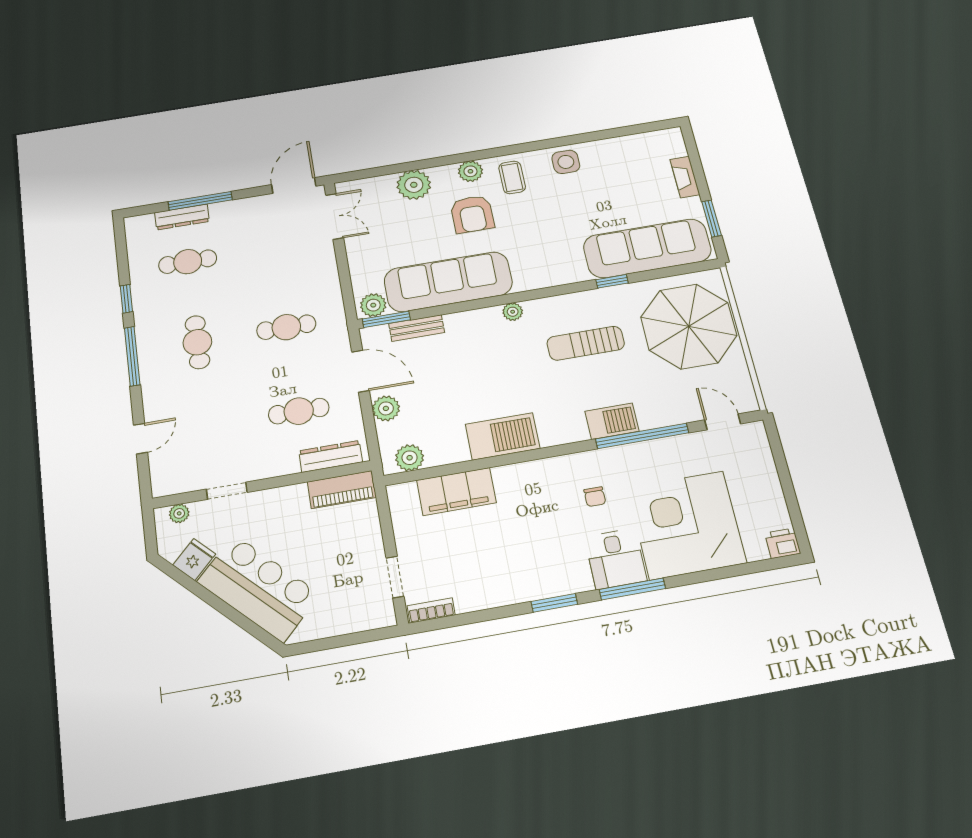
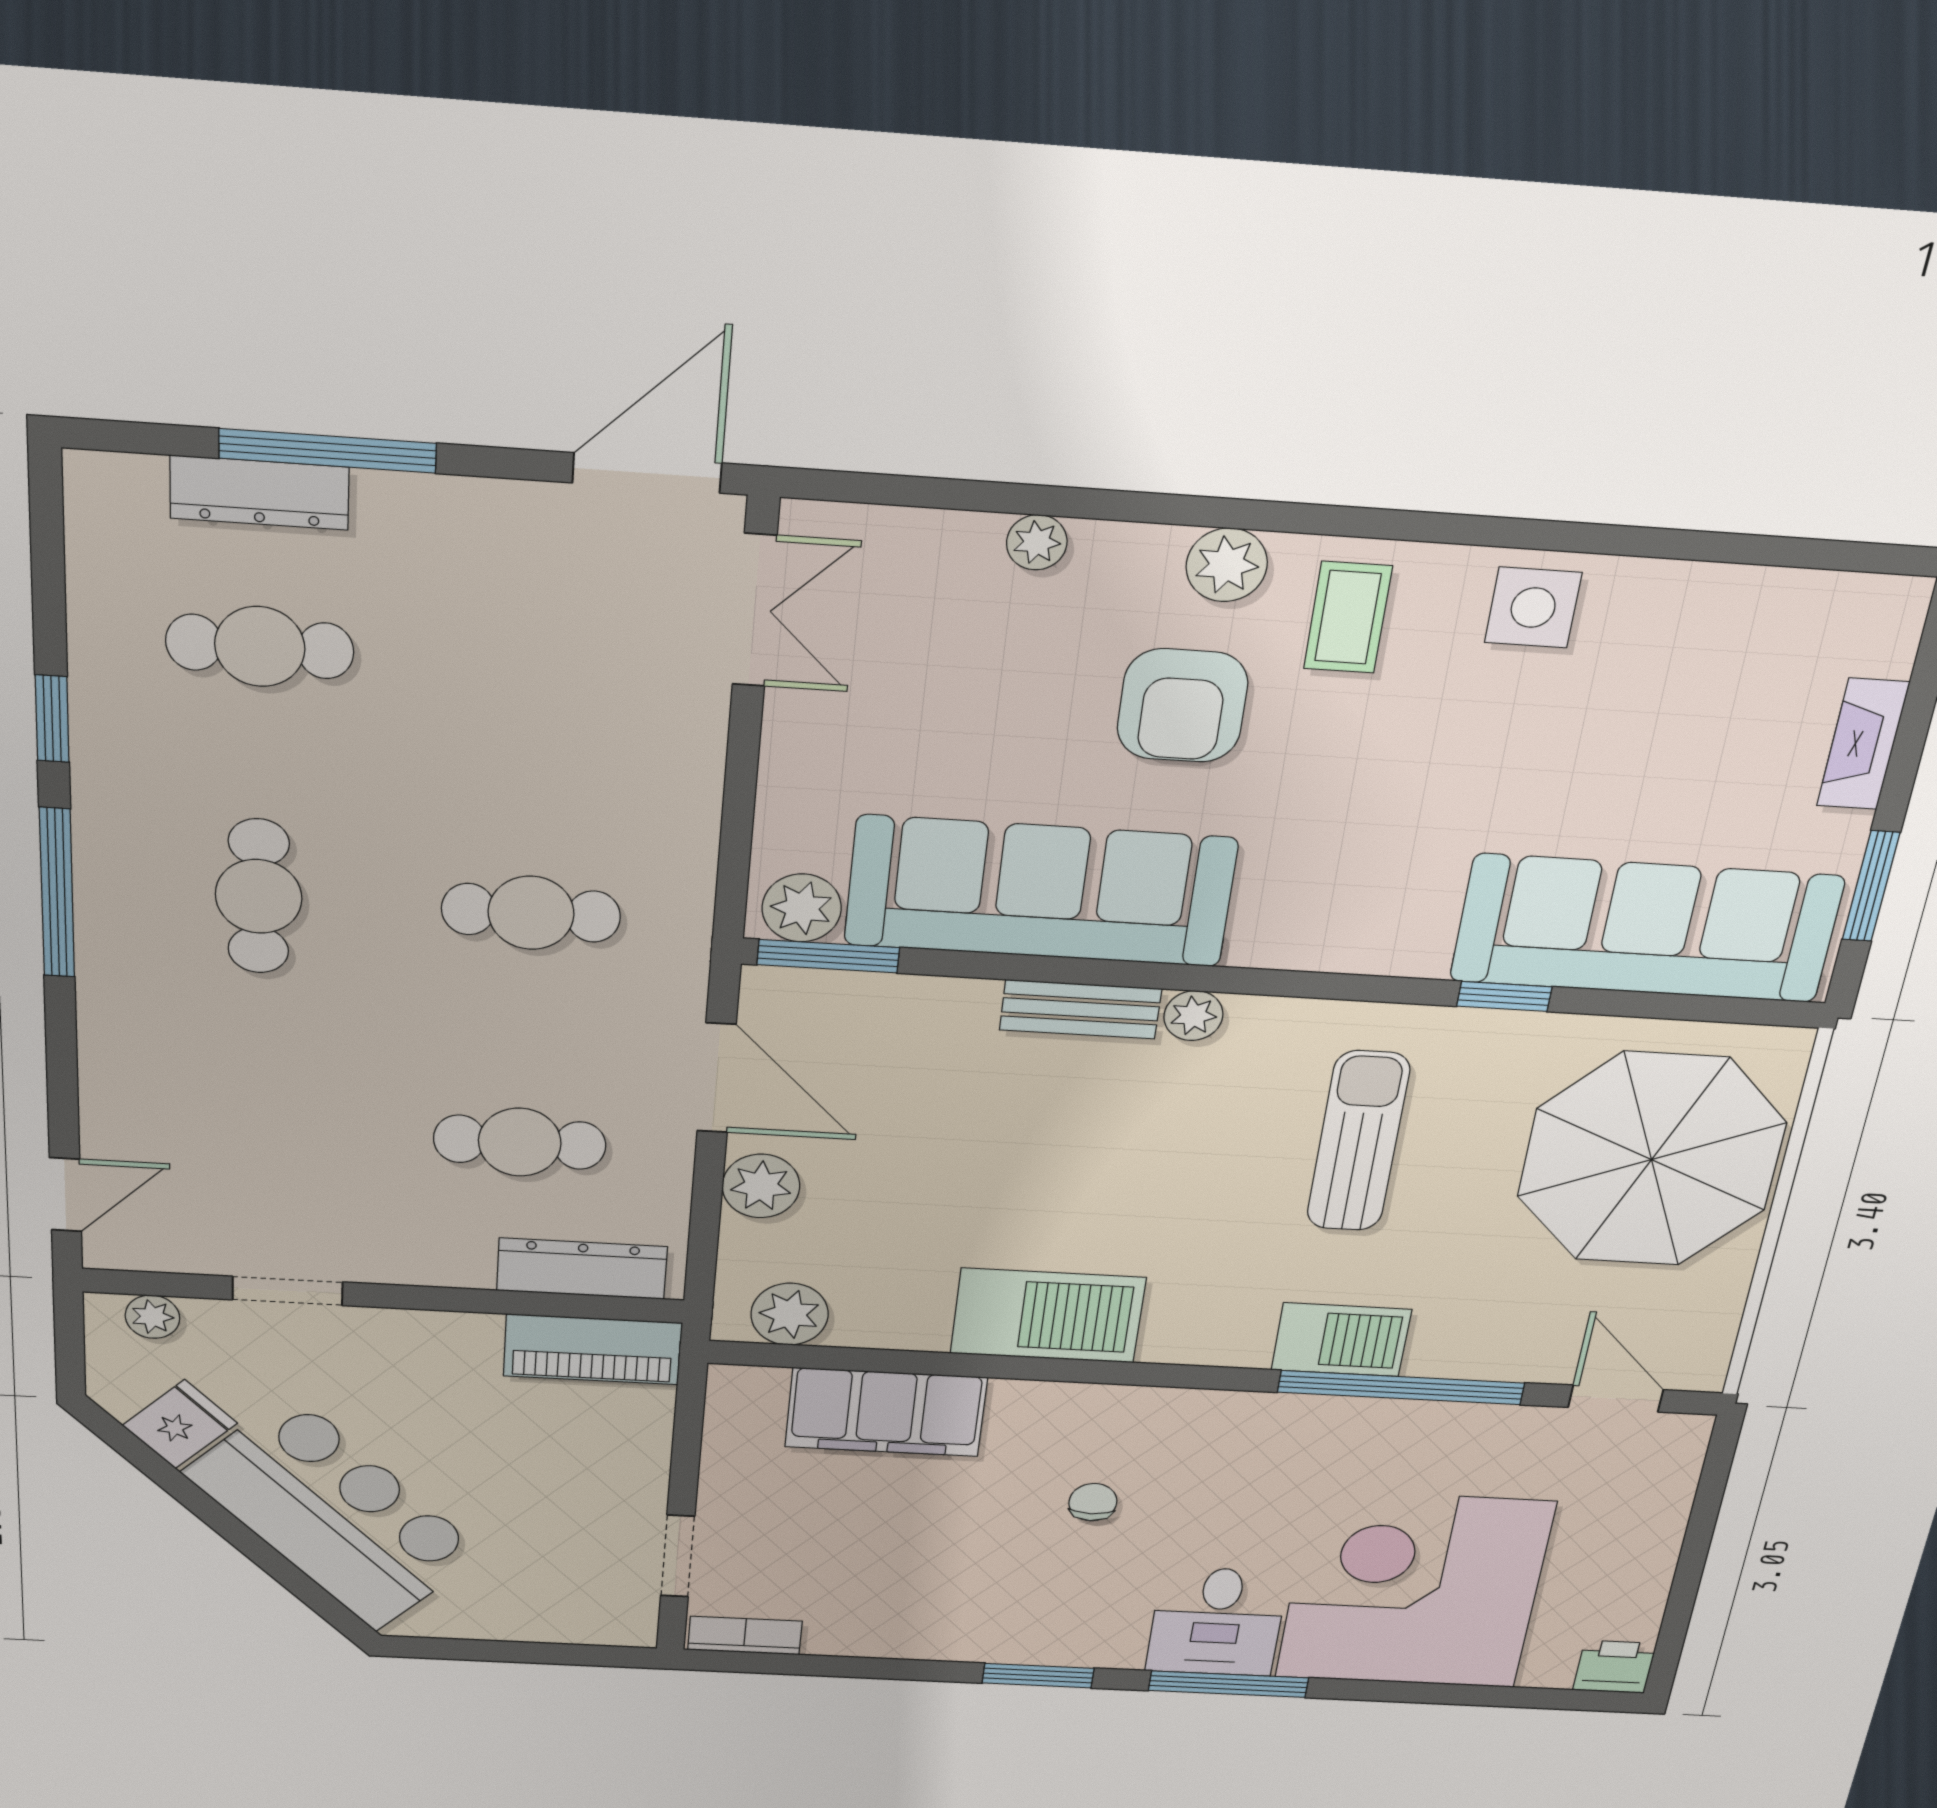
plant: (414, 185) -> (1037, 542), width x0.53, depth x0.53
bench: (417, 328) -> (1080, 1009), moved
sun lounger: (586, 343) -> (1358, 1141), turned 90
door: (140, 439) -> (65, 1195), moved
chair: (595, 497) -> (1093, 1502), moved, turned 180

